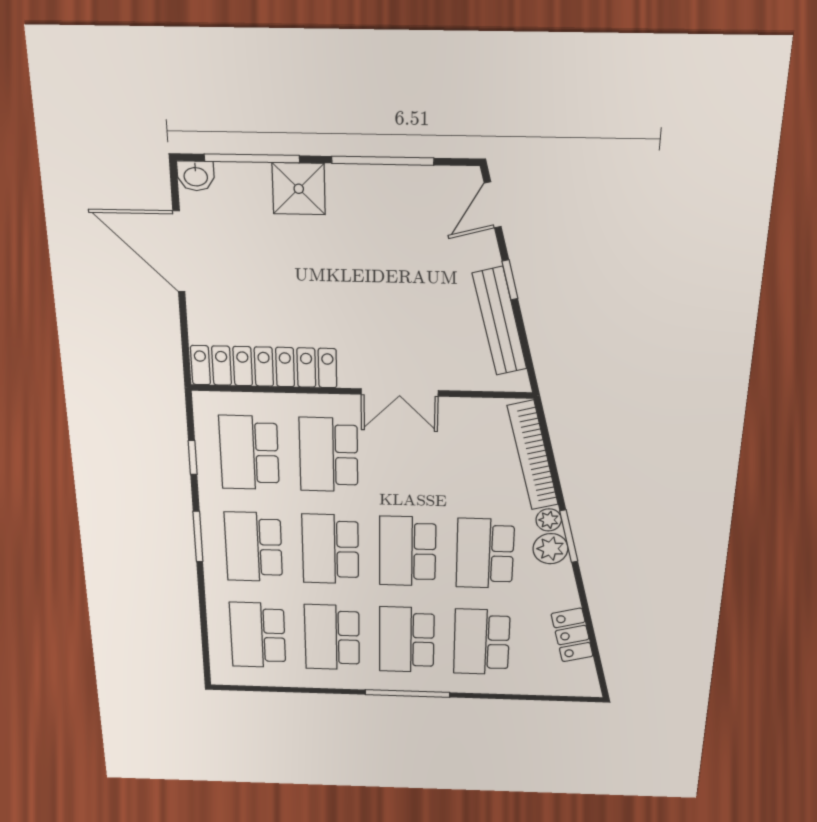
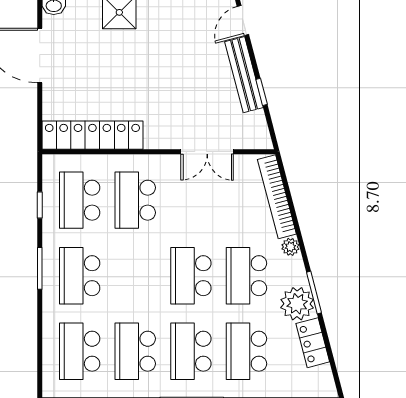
window: (510, 280) -> (262, 92), moved
bench: (500, 321) -> (244, 75), moved
double door: (400, 392) -> (207, 152), moved
window: (569, 536) -> (314, 292), moved
school desk: (330, 549) -> (135, 276), removed
plant: (550, 549) -> (297, 304), moved, width x1.36, depth x1.36

